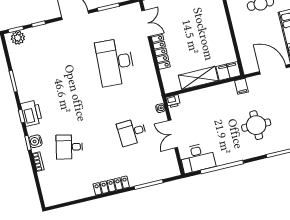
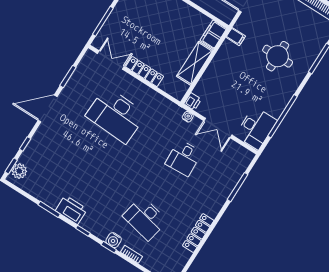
printer: (31, 113) -> (71, 210), moved
desk: (69, 147) -> (145, 218), width x1.37
locker: (111, 186) -> (198, 233), moved

